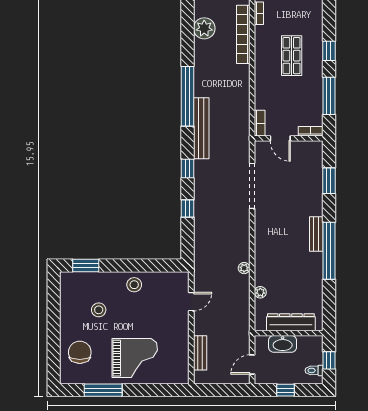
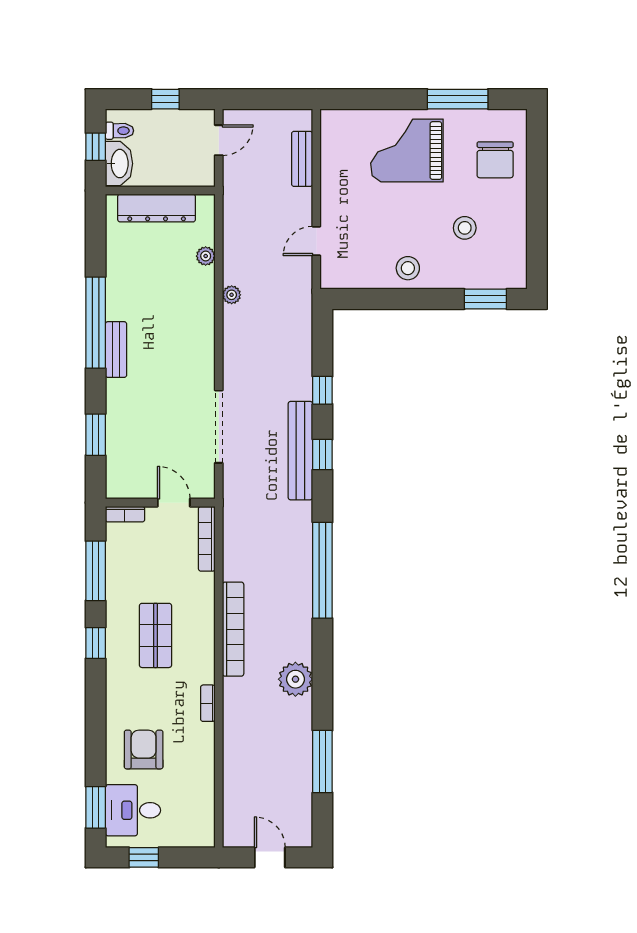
bookcase: (243, 34) -> (233, 629), moved
bookcase: (260, 123) -> (207, 539), width x1.56
bench: (201, 128) -> (300, 451), moved
washbasin: (283, 344) -> (119, 164), moved, turned 90

